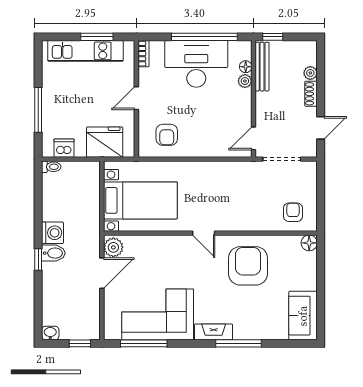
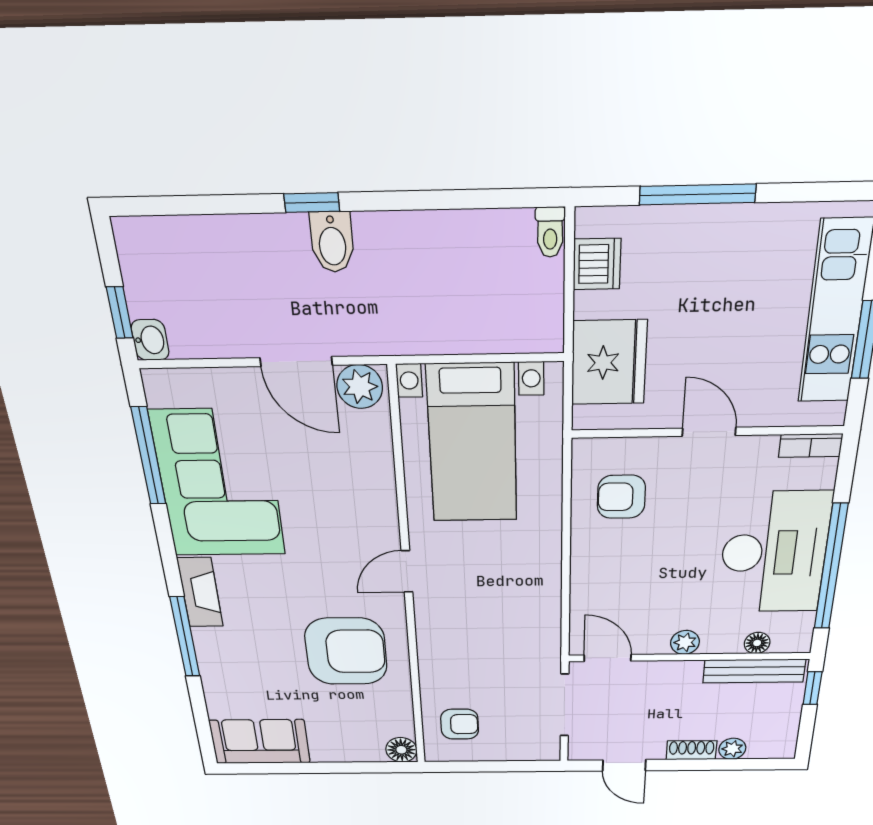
plant: (245, 81) -> (685, 642), moved
washing machine: (52, 233) -> (383, 239), removed
washbasin: (50, 333) -> (150, 340), moved

